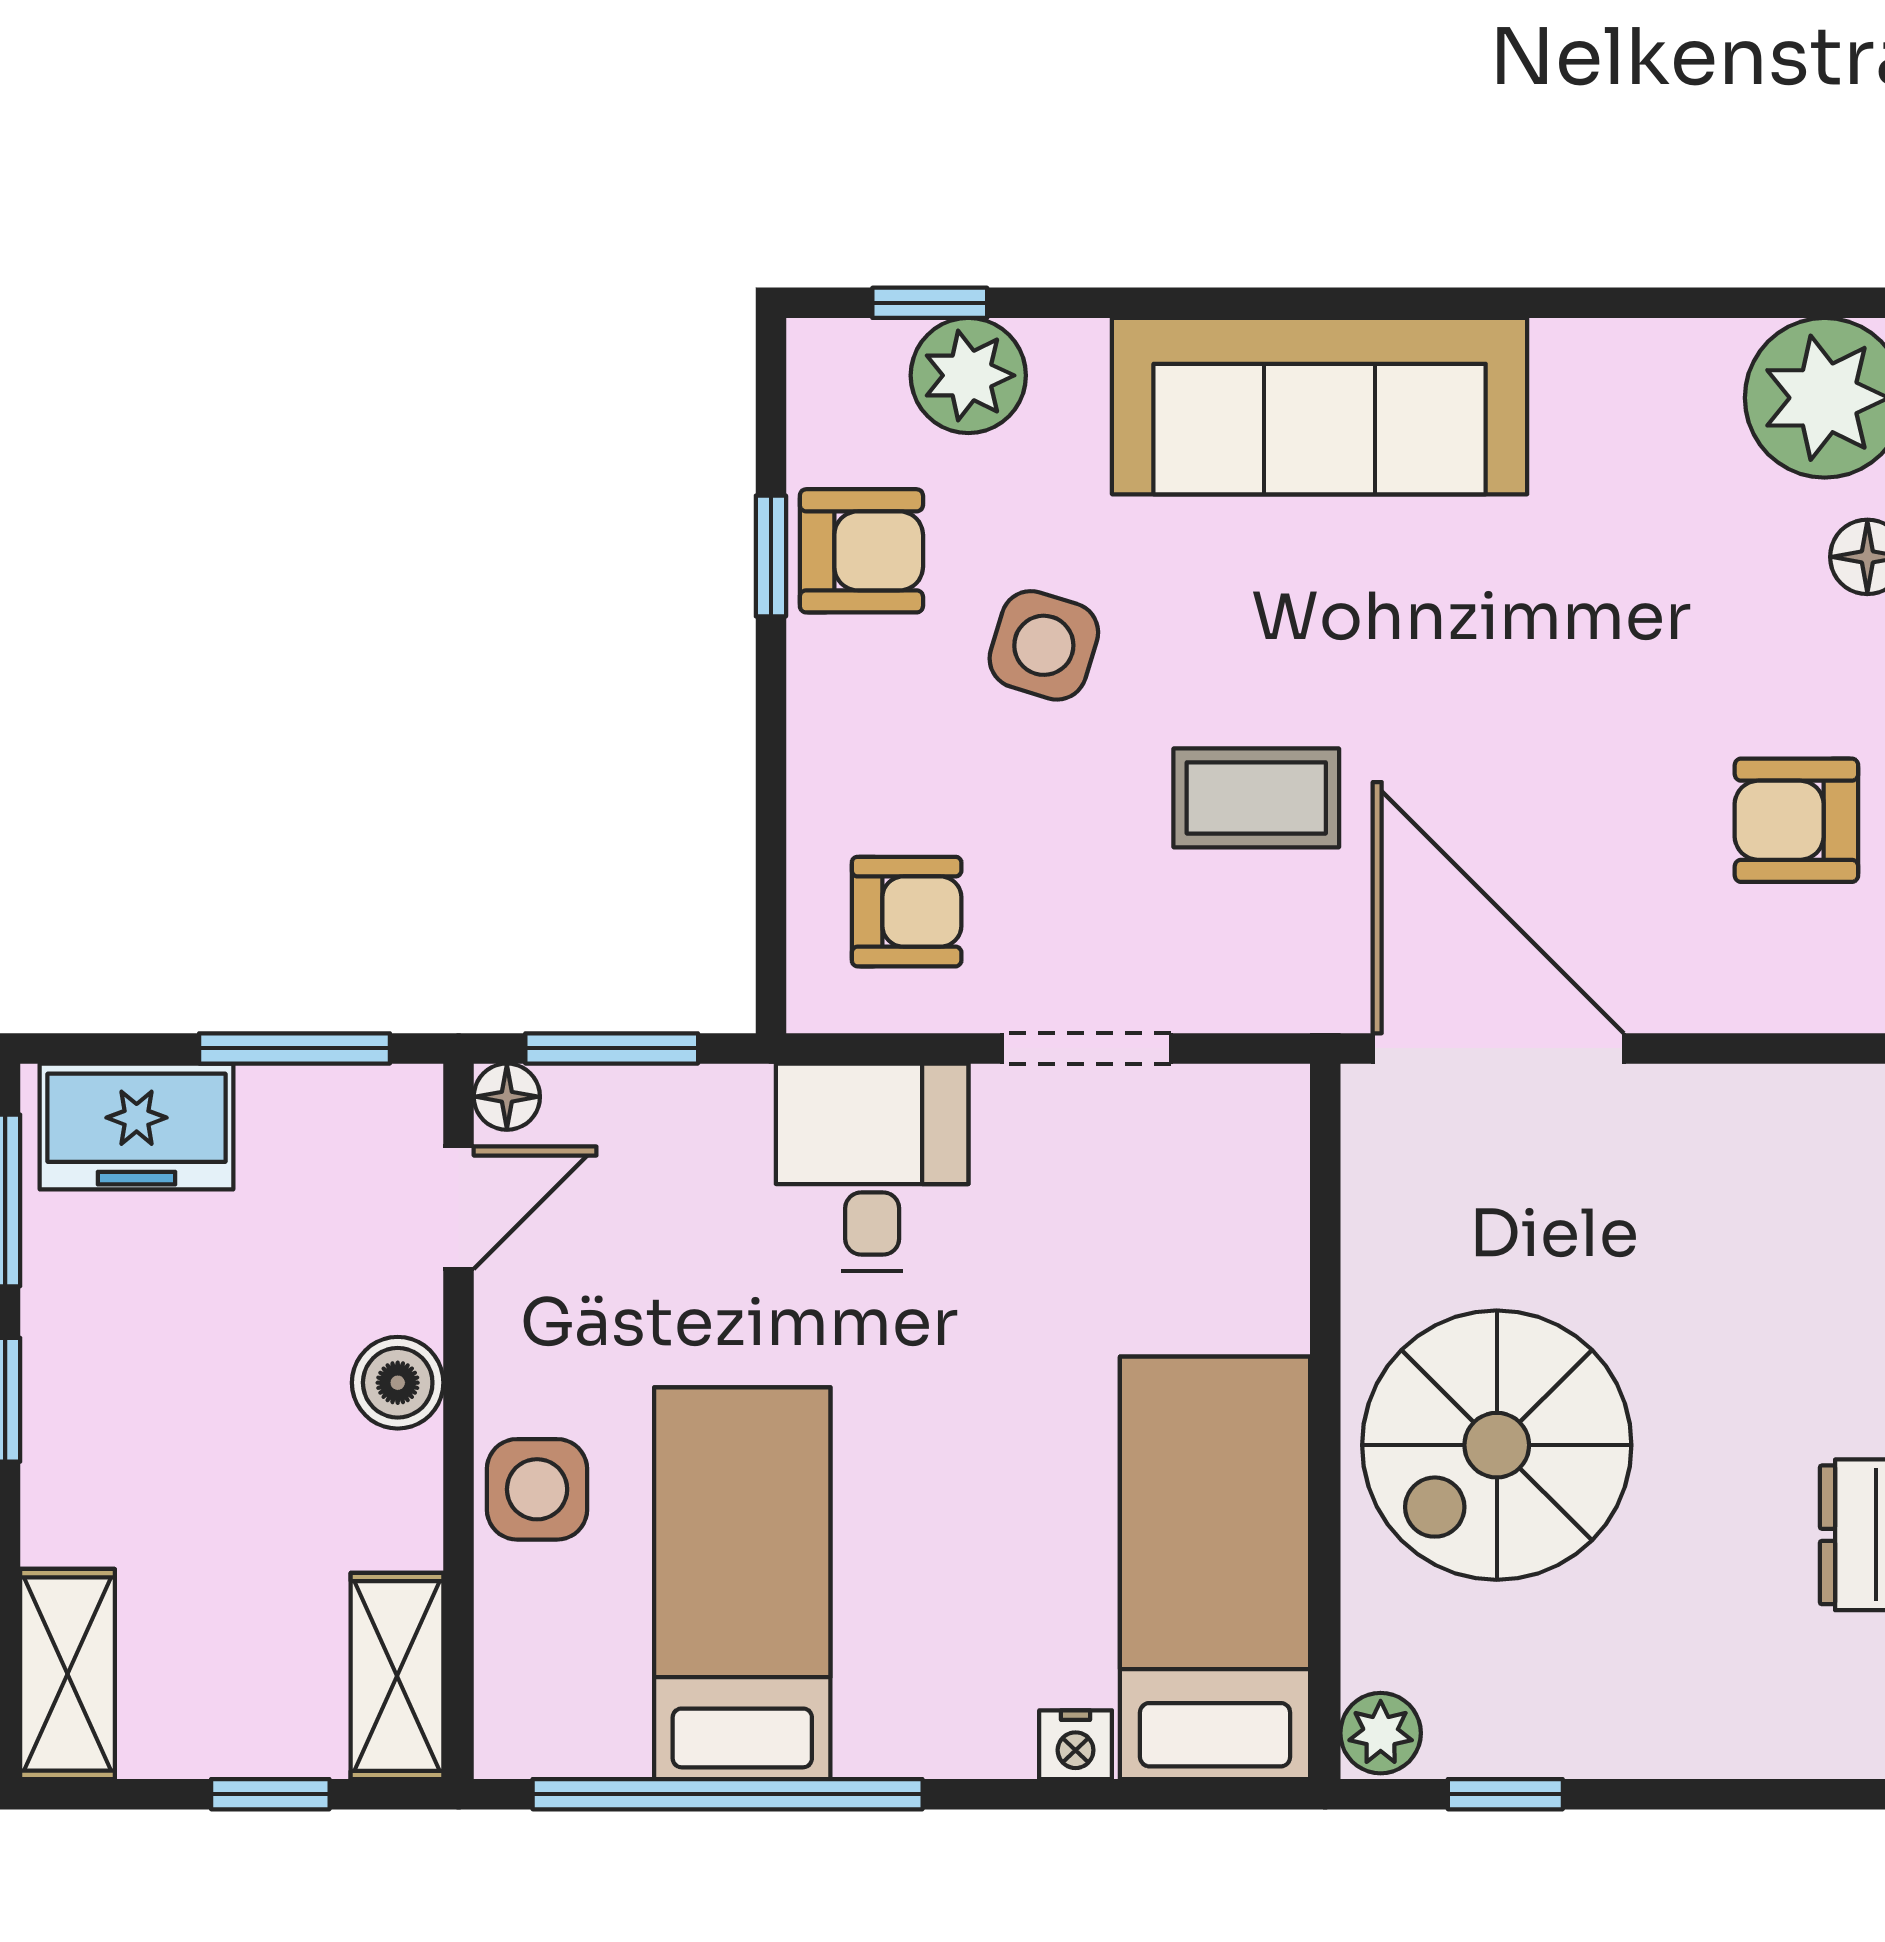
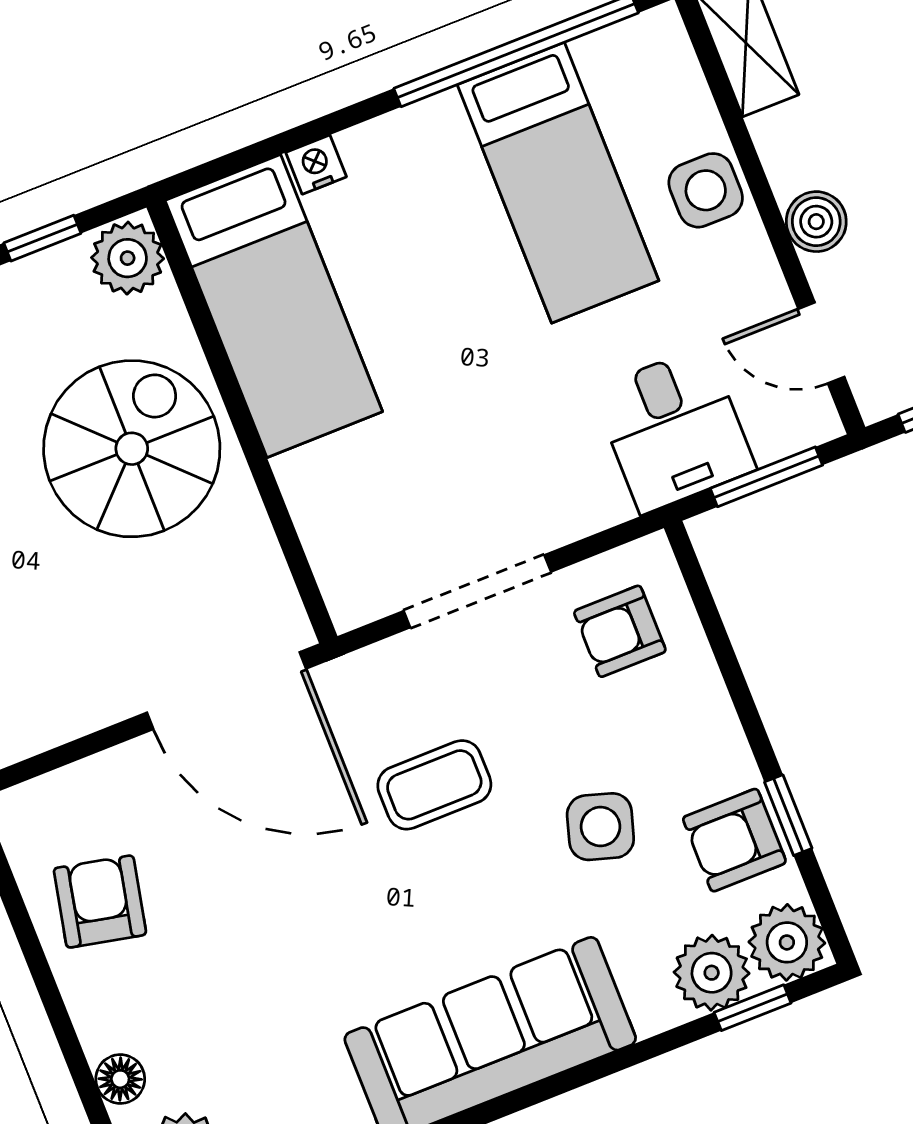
plant: (844, 376) -> (787, 942), added
armchair: (1796, 820) -> (100, 902), turned -78
doorway: (1087, 1048) -> (477, 591), width x1.38
floor lamp: (507, 1097) -> (819, 422), removed
desk: (872, 1167) -> (674, 430), moved
door: (459, 1208) -> (821, 343), hinge flipped
plant: (1381, 1733) -> (128, 258), width x1.38, depth x1.38

